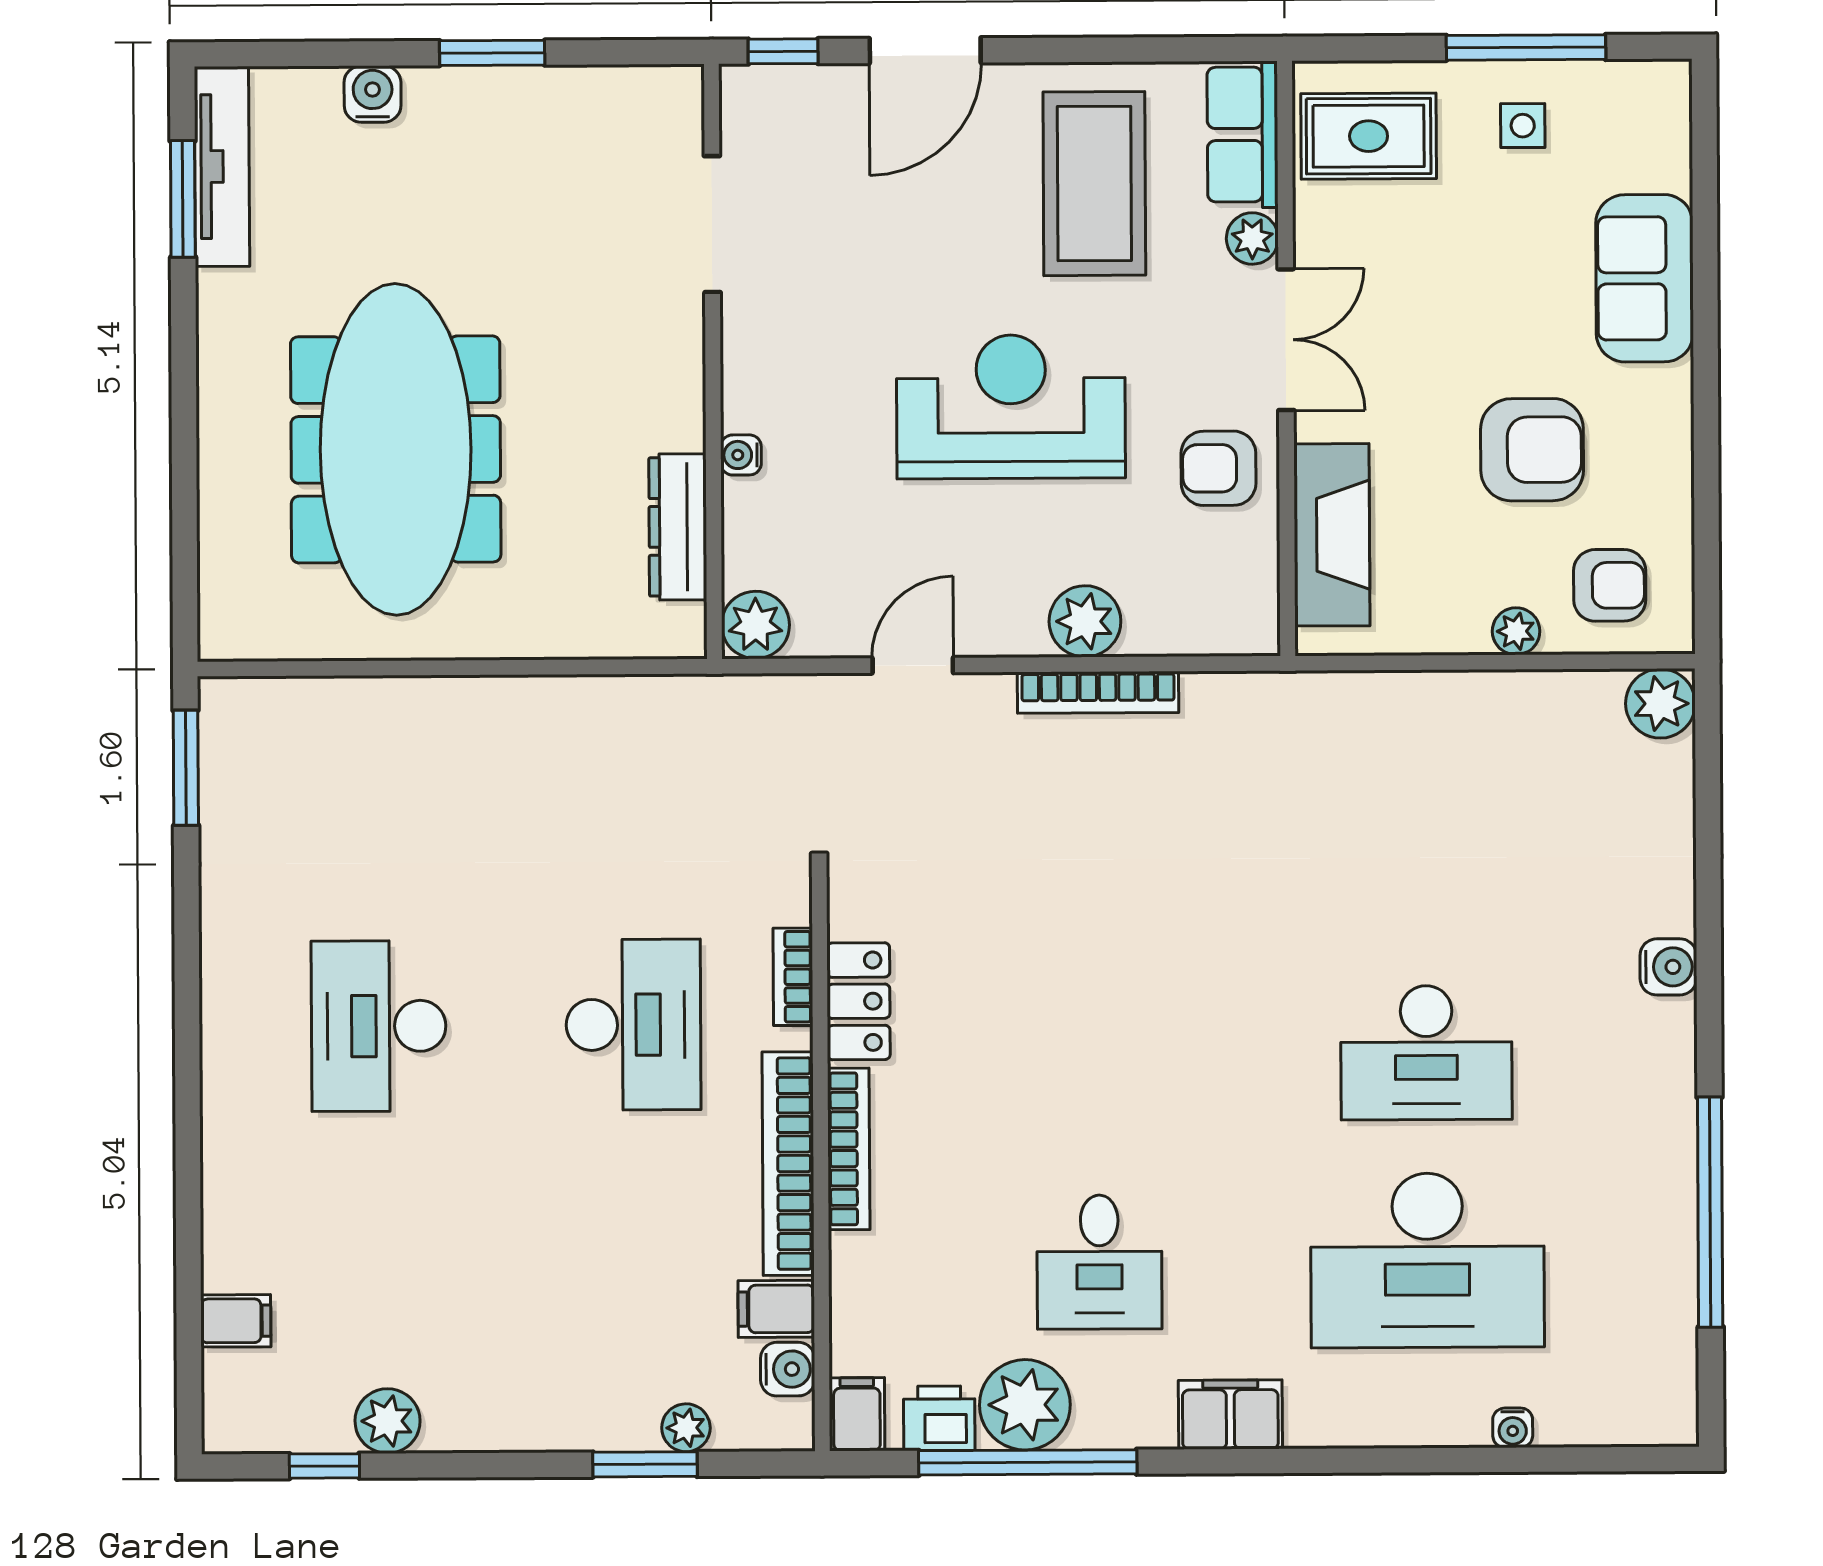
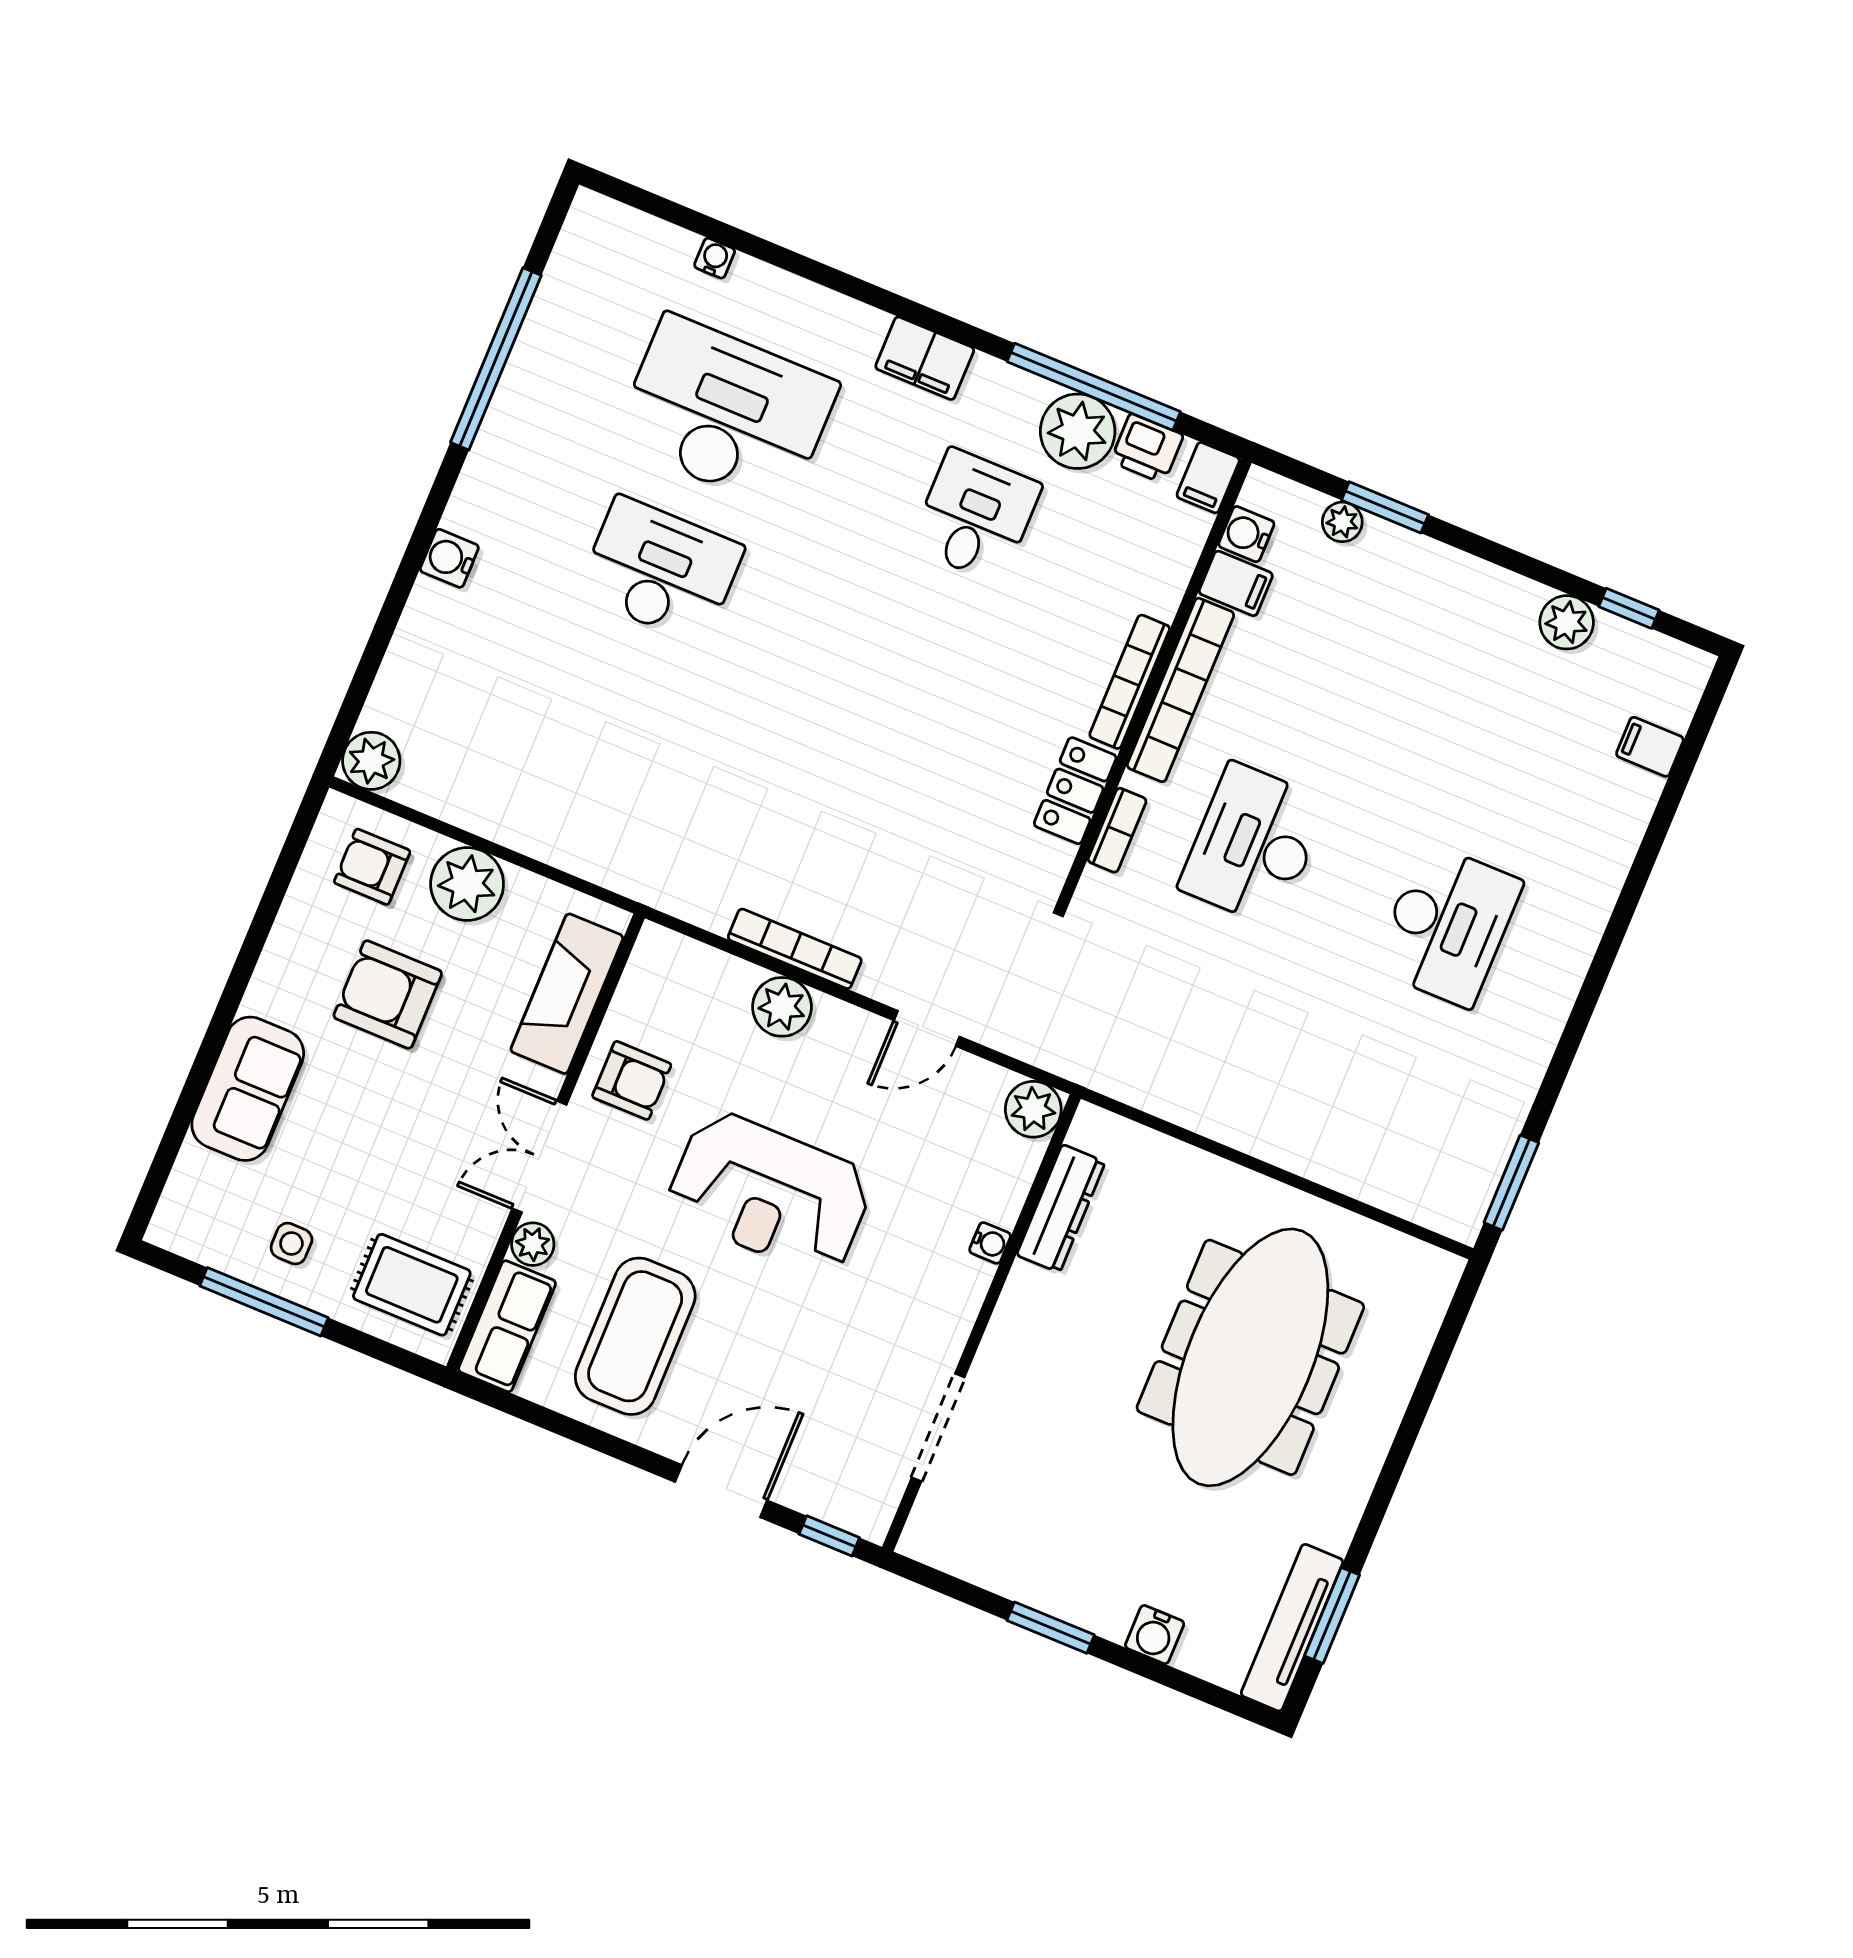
plant: (1516, 631) -> (467, 884), width x1.87, depth x1.87

